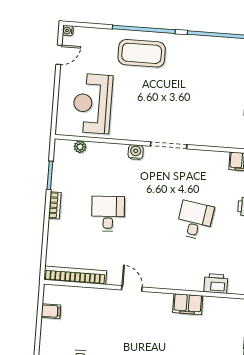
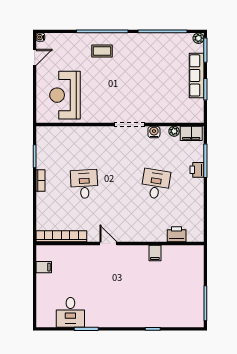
coffee table: (142, 53) -> (102, 51), width x0.54, depth x0.58
plant: (80, 147) -> (174, 131), moved
water cooler: (136, 152) -> (154, 132), moved
filing cabinet: (188, 304) -> (155, 253), width x0.50

